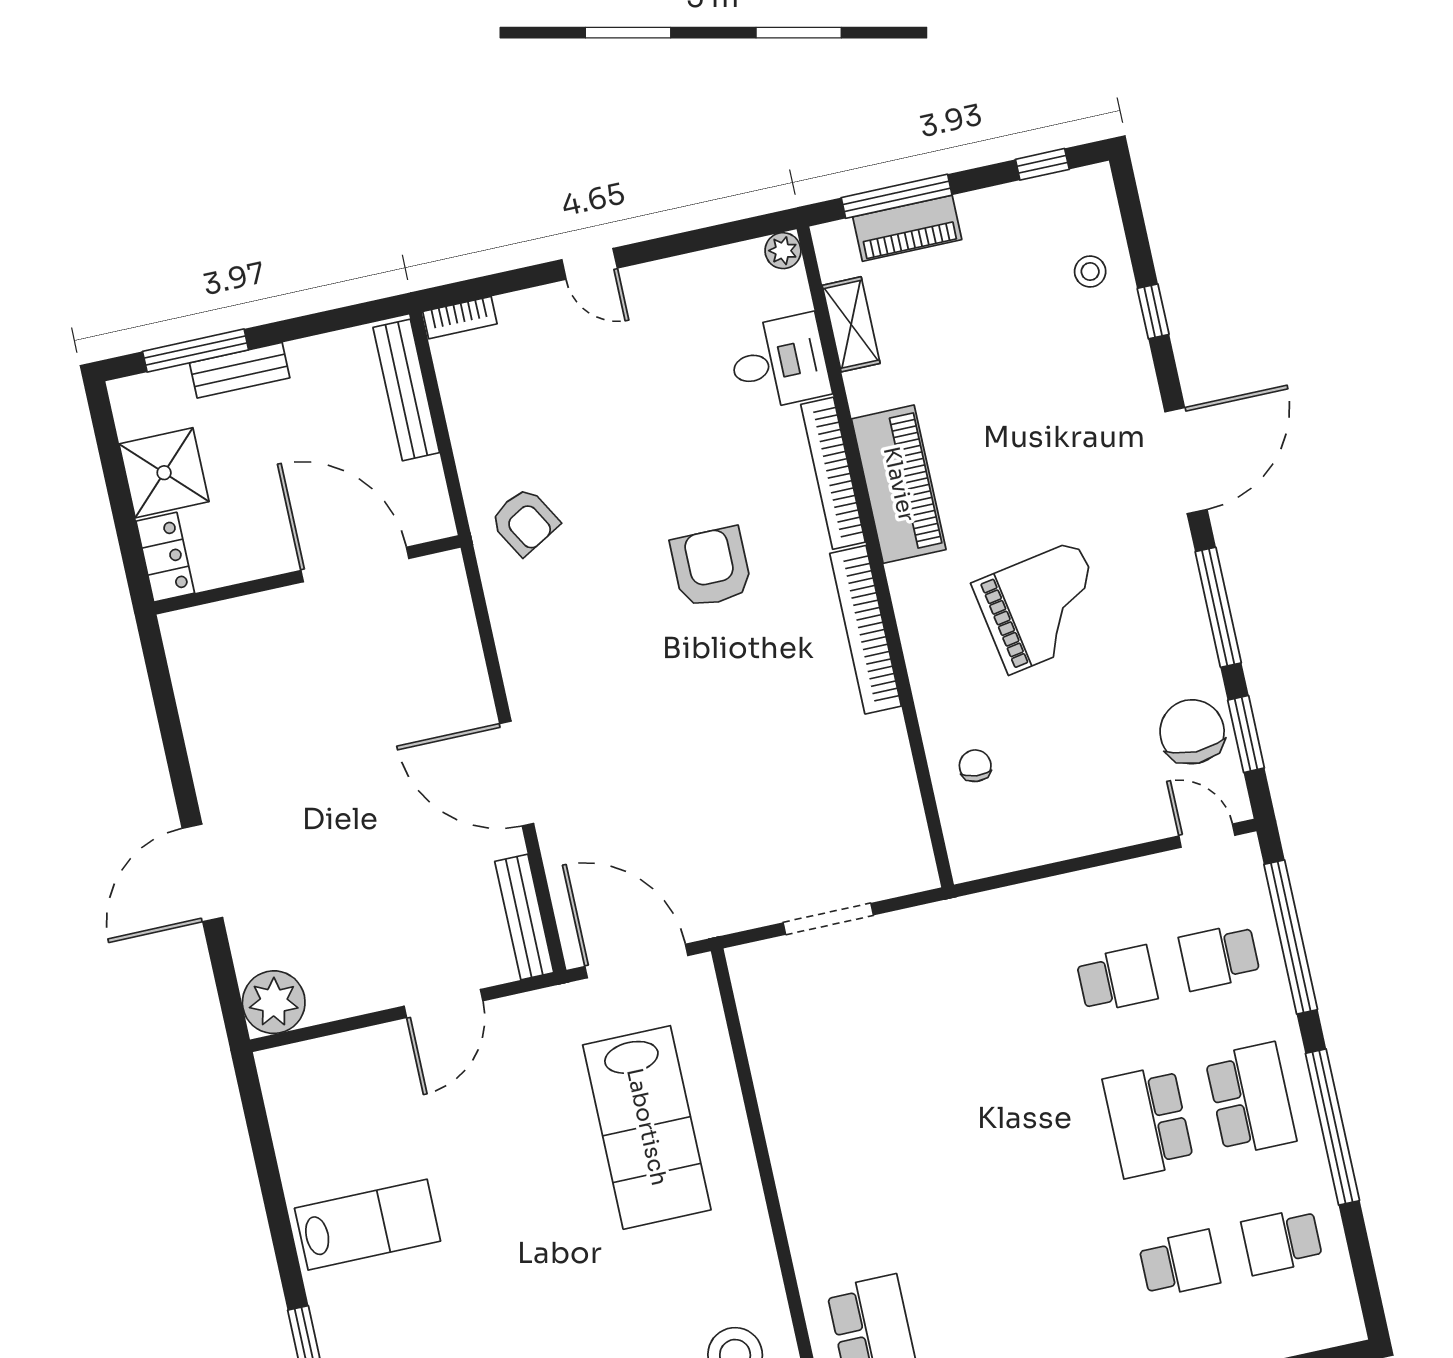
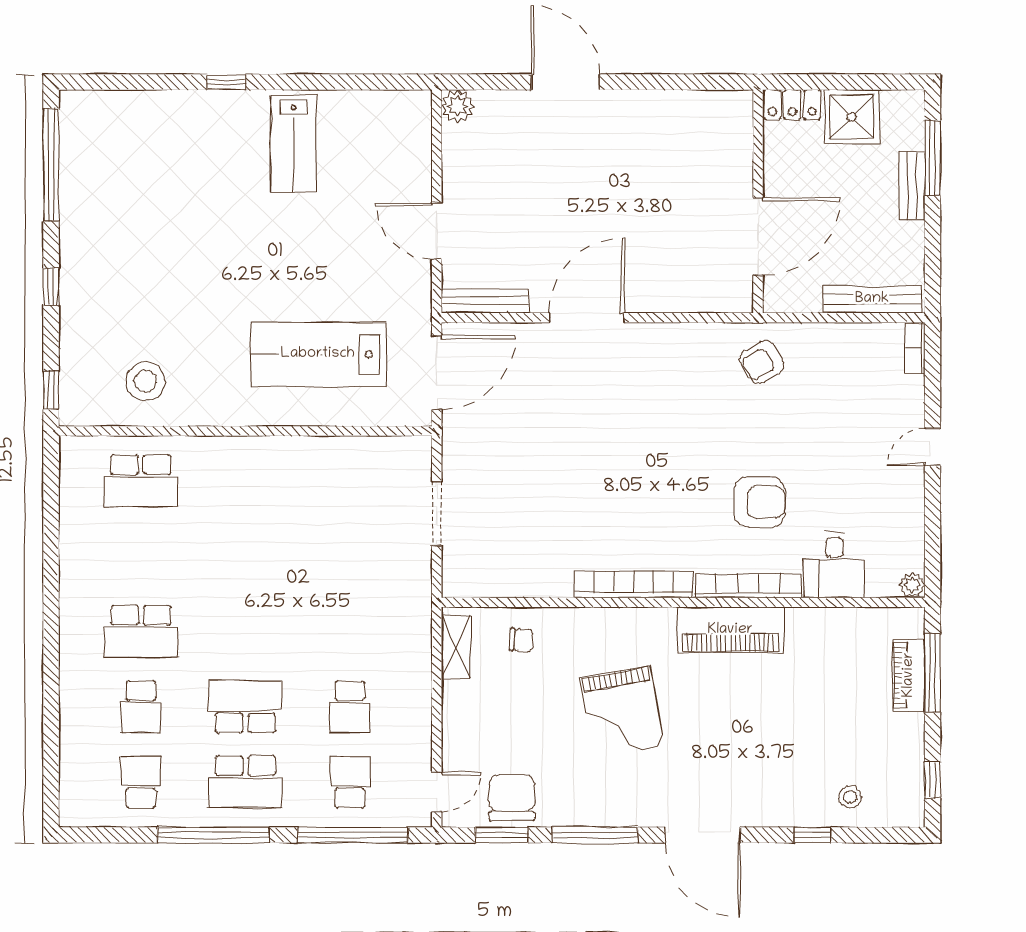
shelving: (851, 324) -> (456, 647), moved, turned 90
armchair: (711, 567) -> (760, 502), moved
chair: (1192, 732) -> (512, 797), turned -90
plant: (274, 1002) -> (458, 106), width x0.73, depth x0.73
school desk: (1077, 1286) -> (141, 631), added

